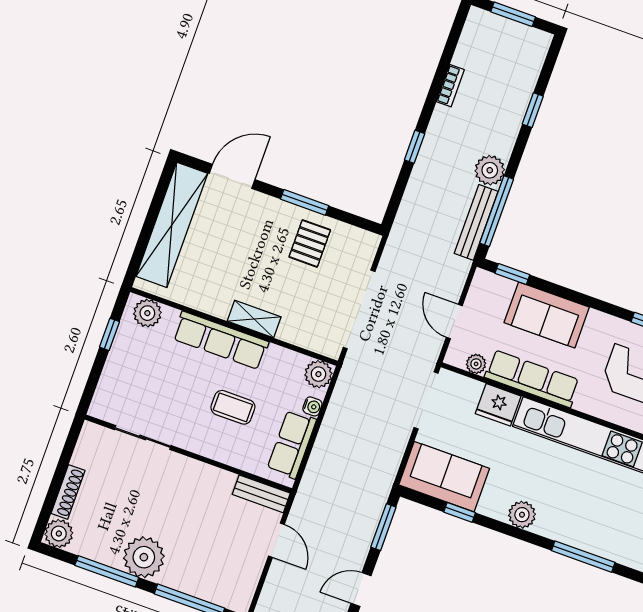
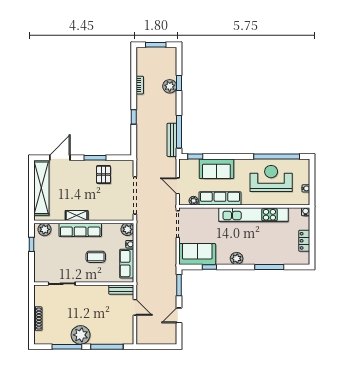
plant: (490, 170) -> (170, 86), moved
shelving: (254, 319) -> (77, 216), moved
fridge: (498, 405) -> (209, 215), removed
plant: (59, 534) -> (40, 338), removed

